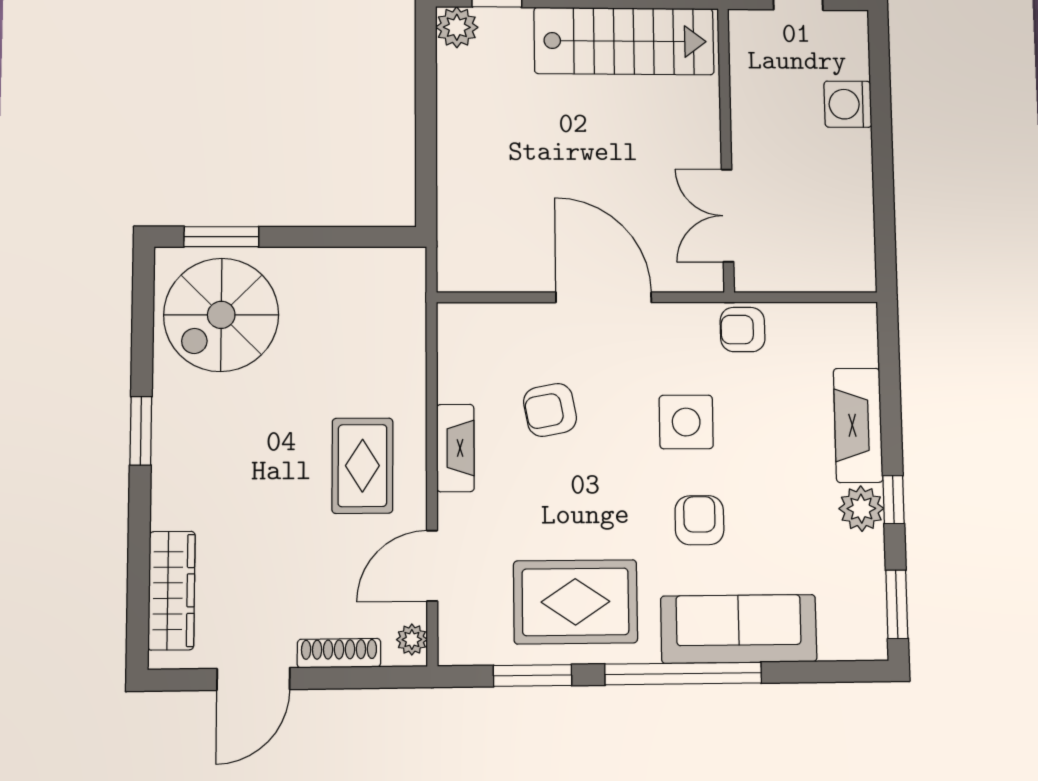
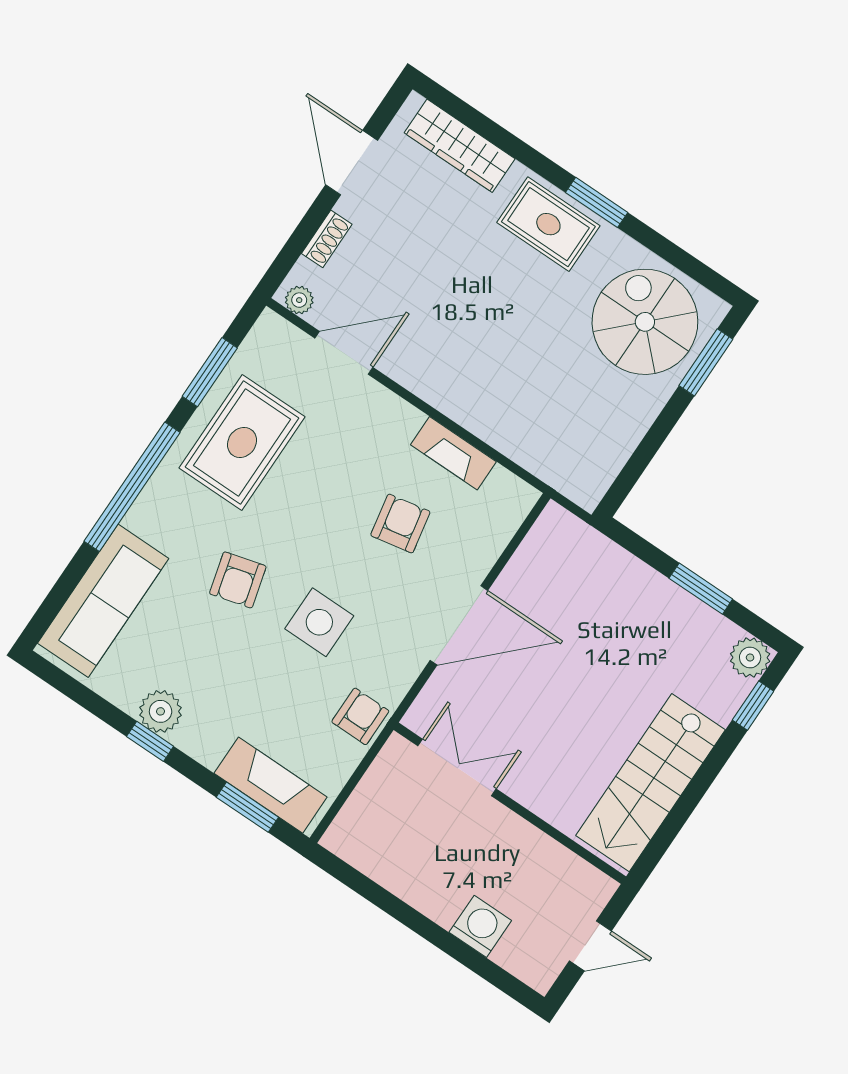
window: (426, 109) -> (701, 589), added
fireplace: (858, 425) -> (271, 785), moved
fireplace: (455, 448) -> (453, 453), moved
rug: (362, 466) -> (548, 224), moved
armchair: (699, 520) -> (238, 580), turned 75
door: (432, 566) -> (344, 353), hinge flipped
window: (897, 604) -> (247, 807), moved
sofa: (739, 629) -> (103, 601), moved
shoe rack: (339, 653) -> (327, 239), width x0.70

